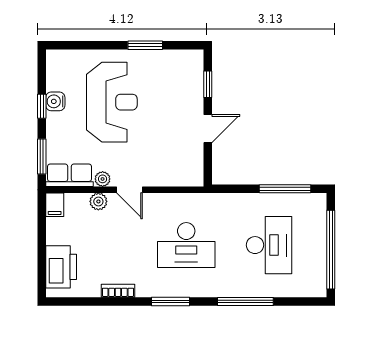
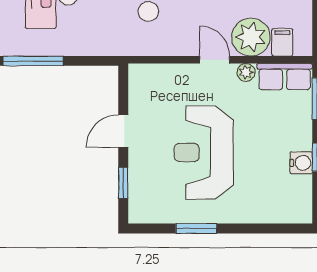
reception desk: (112, 102) -> (204, 152), moved
plant: (98, 201) -> (251, 37), width x1.87, depth x1.87
filing cabinet: (55, 205) -> (282, 42), moved

